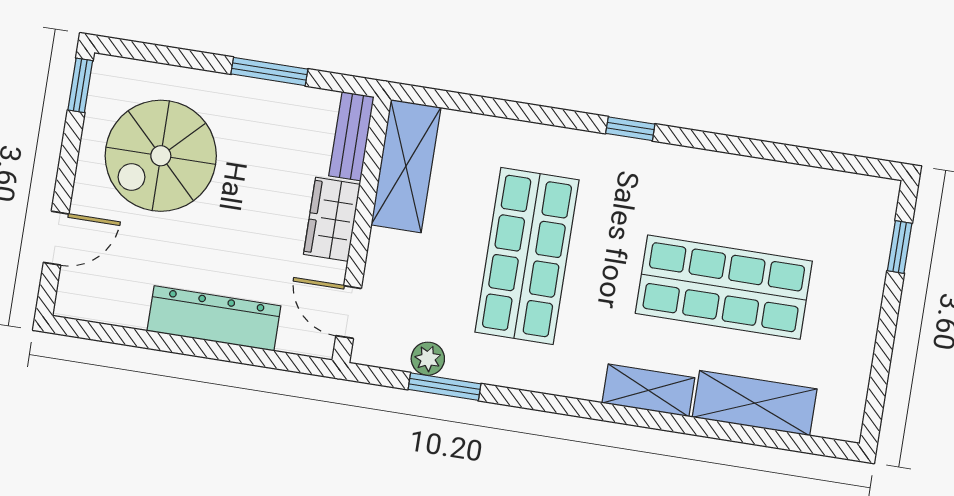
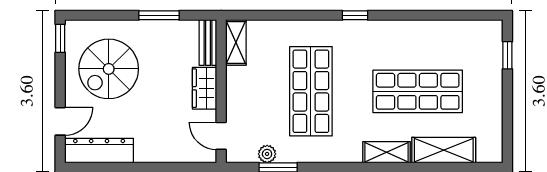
shelving: (406, 166) -> (236, 42), width x0.67, depth x0.75
dresser: (214, 318) -> (99, 151), moved

